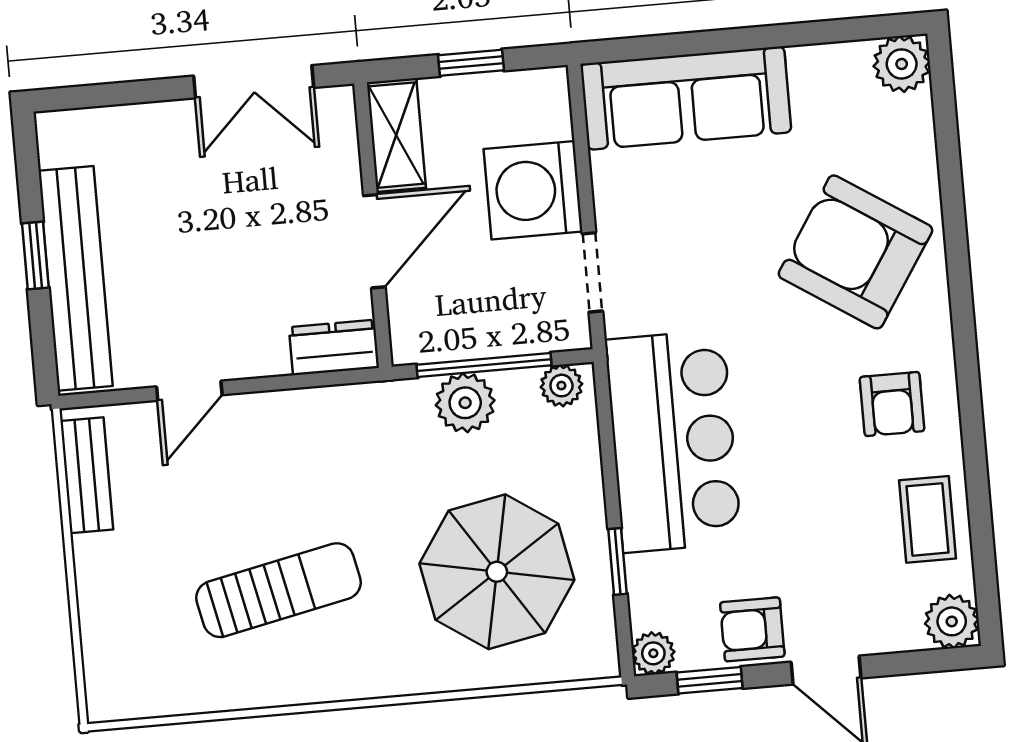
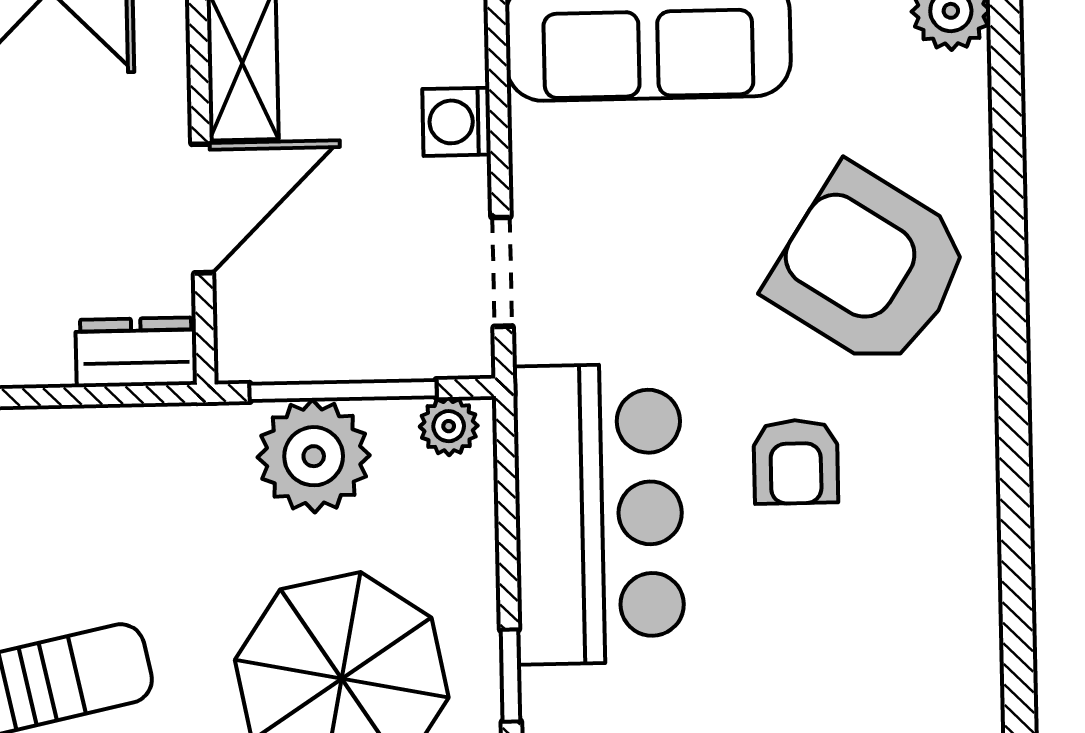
washing machine: (533, 190) -> (457, 122), width x0.53, depth x0.53
plant: (465, 403) -> (314, 456), width x1.36, depth x1.36
armchair: (892, 404) -> (796, 462), moved
coffee table: (927, 519) -> (945, 646), removed

